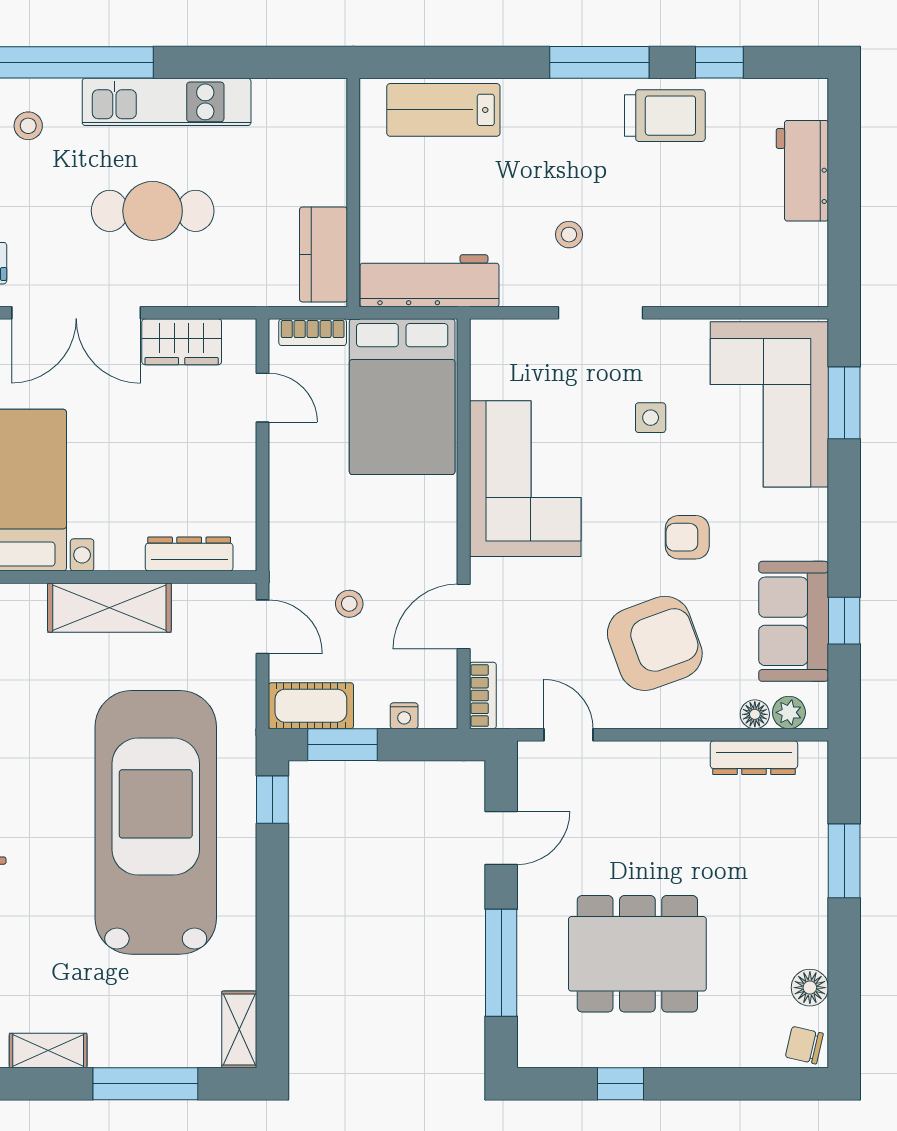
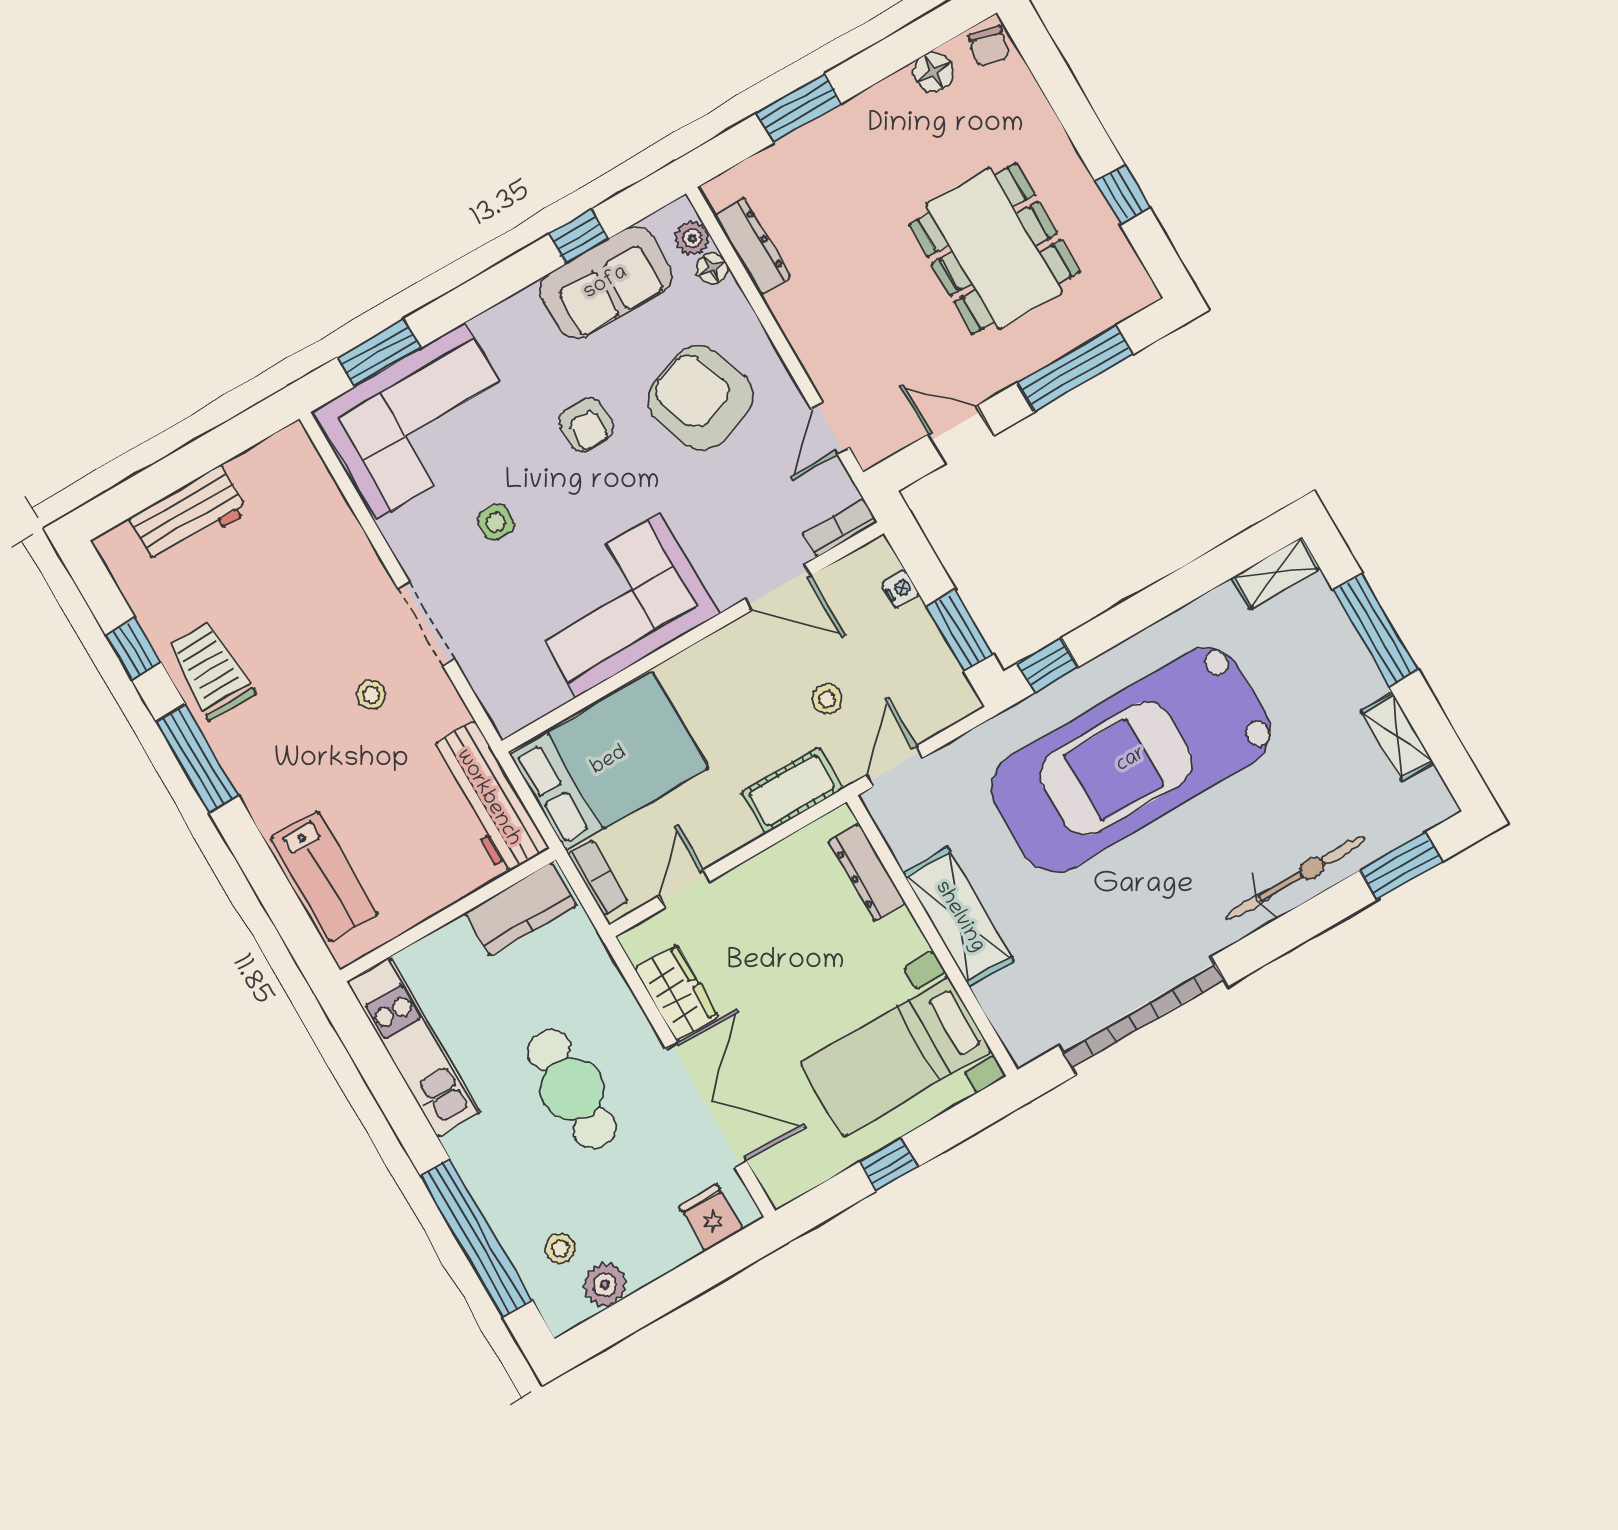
kitchen unit: (167, 102) -> (414, 1047), moved
cot: (311, 706) -> (792, 791), moved, turned 90

